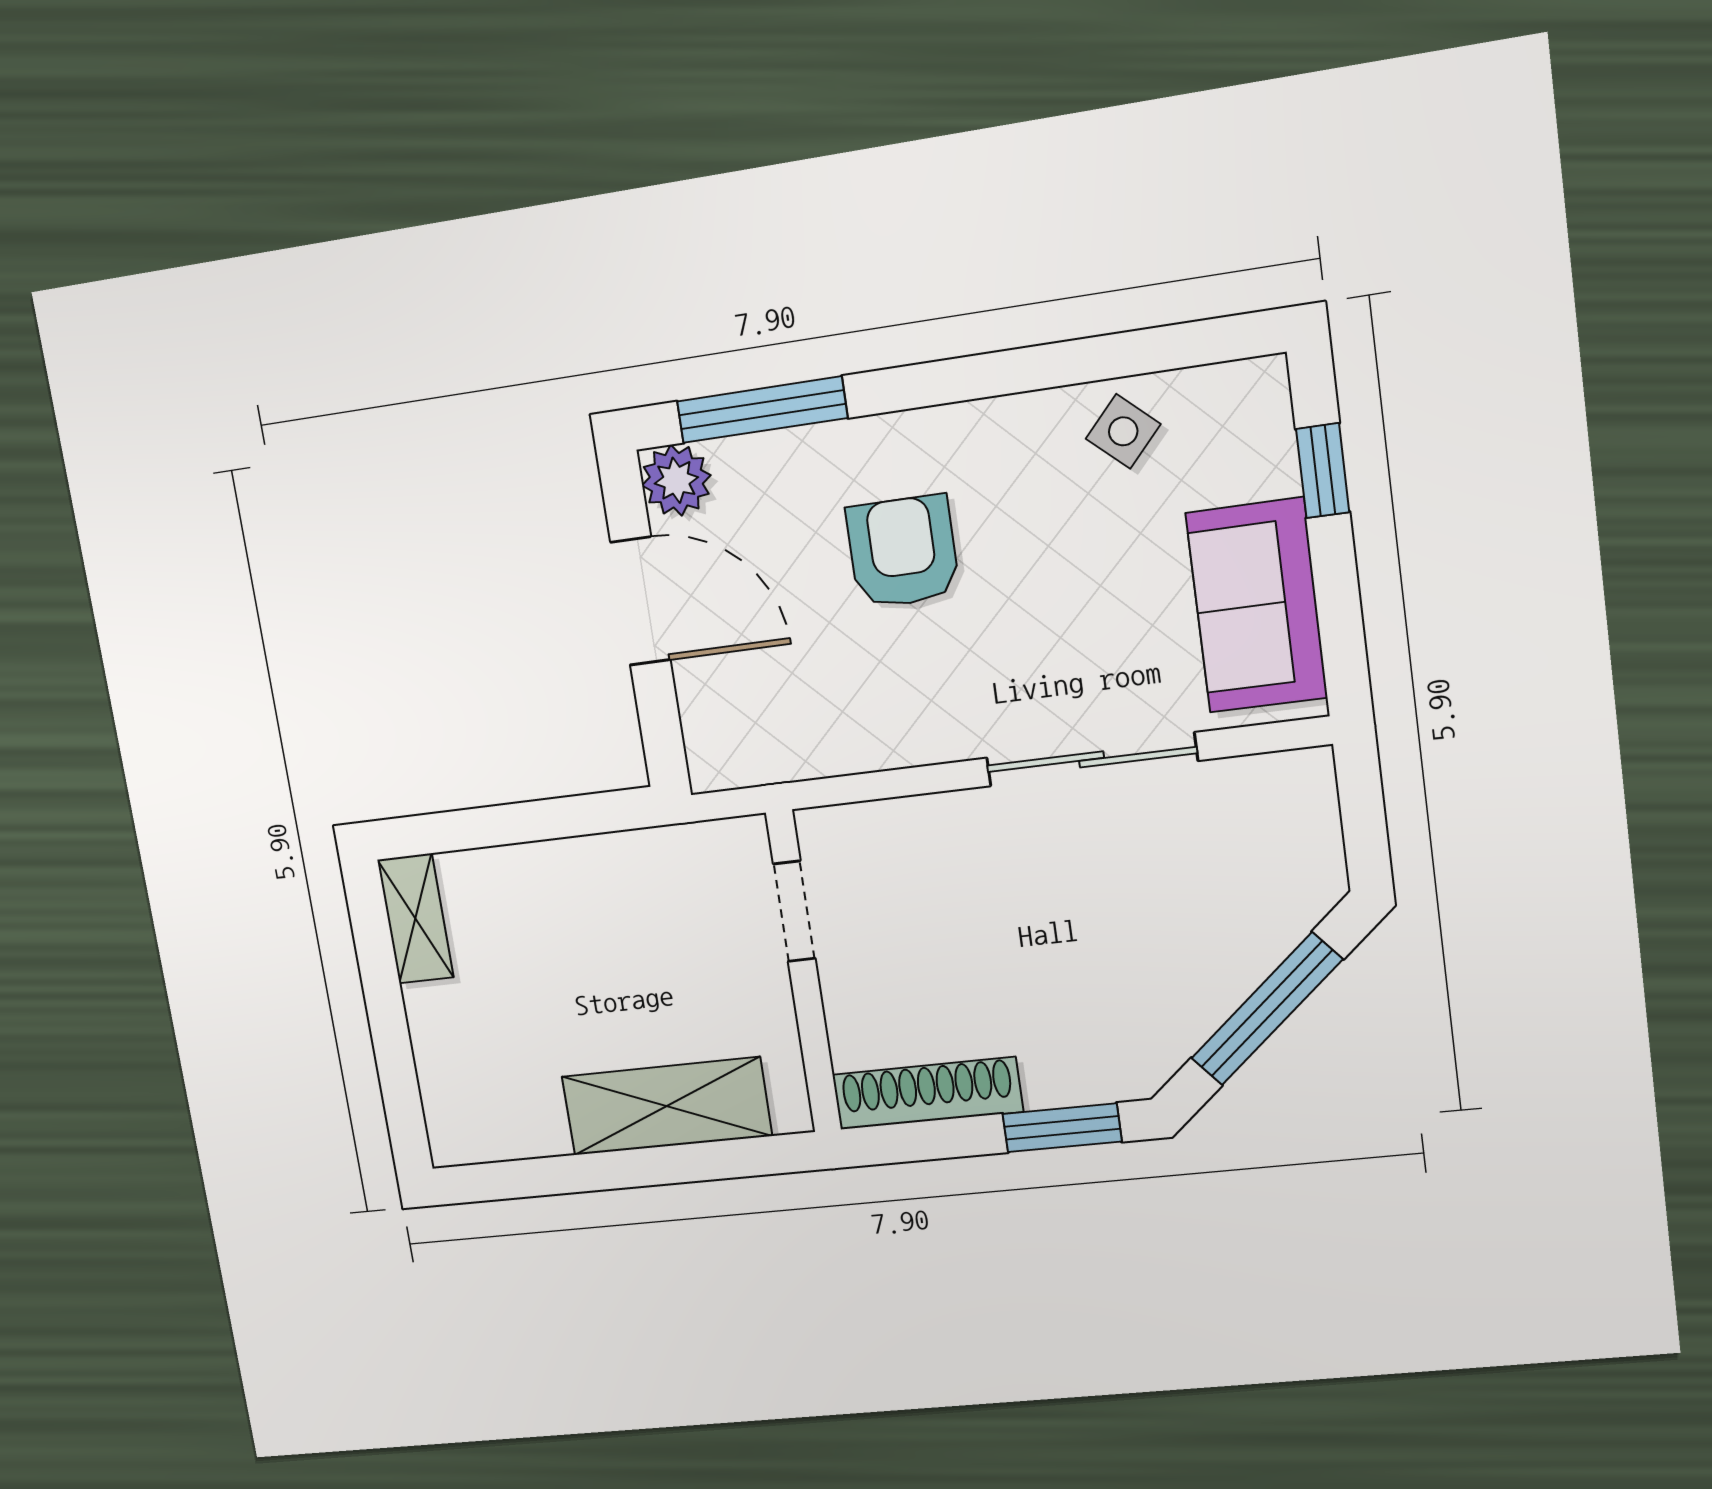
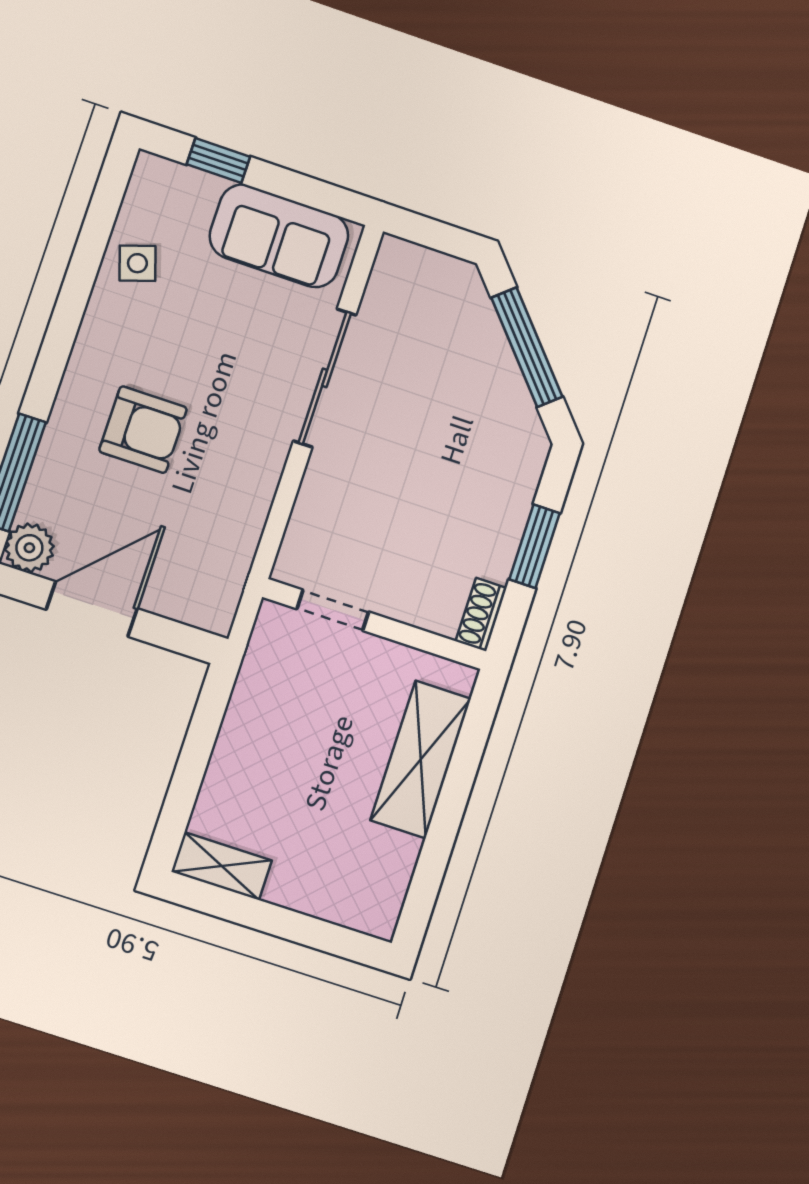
side table: (1123, 431) -> (137, 263), turned 30
armchair: (903, 552) -> (143, 430), turned 180
shoe rack: (927, 1093) -> (481, 615), width x0.51, depth x0.81
window: (1062, 1128) -> (535, 546), moved

